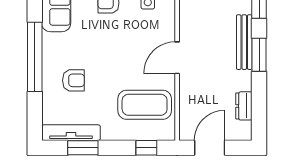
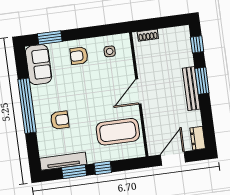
bench: (244, 42) -> (191, 89), moved
dresser: (244, 106) -> (198, 138), moved
window: (146, 148) -> (103, 168), moved

